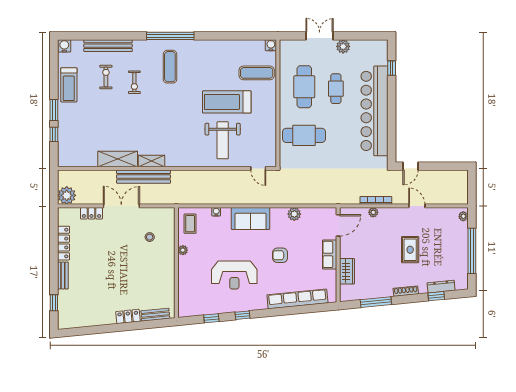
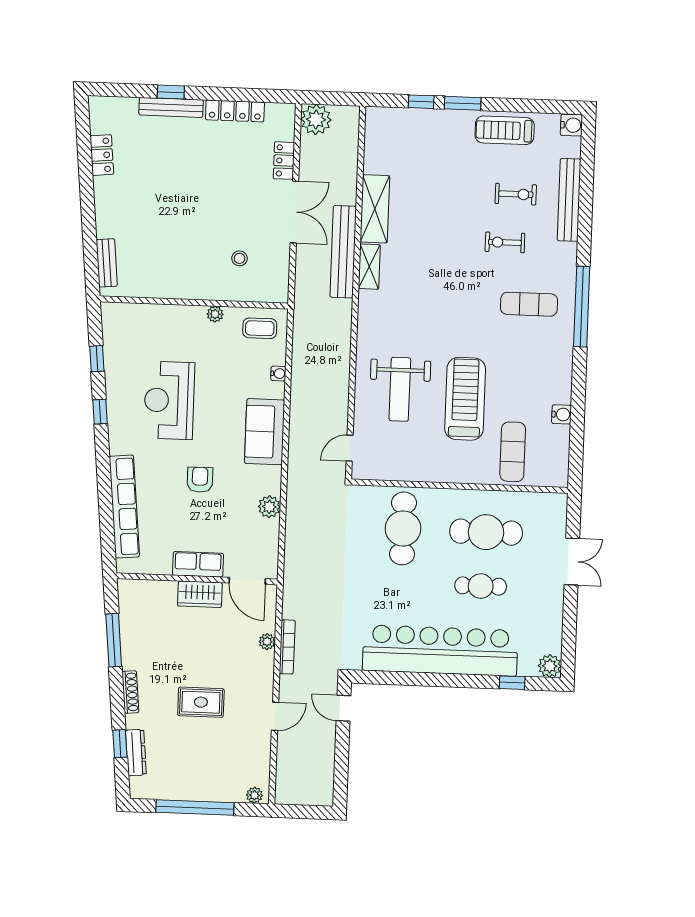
water cooler: (271, 45) -> (562, 414), moved
plant: (343, 46) -> (550, 666), moved
weight bench: (223, 140) -> (400, 389), turned -90
wardrobe: (347, 271) -> (200, 594), moved
bench: (63, 275) -> (171, 107), width x1.36
window: (54, 303) -> (171, 92), moved
locker: (128, 316) -> (102, 155), moved

